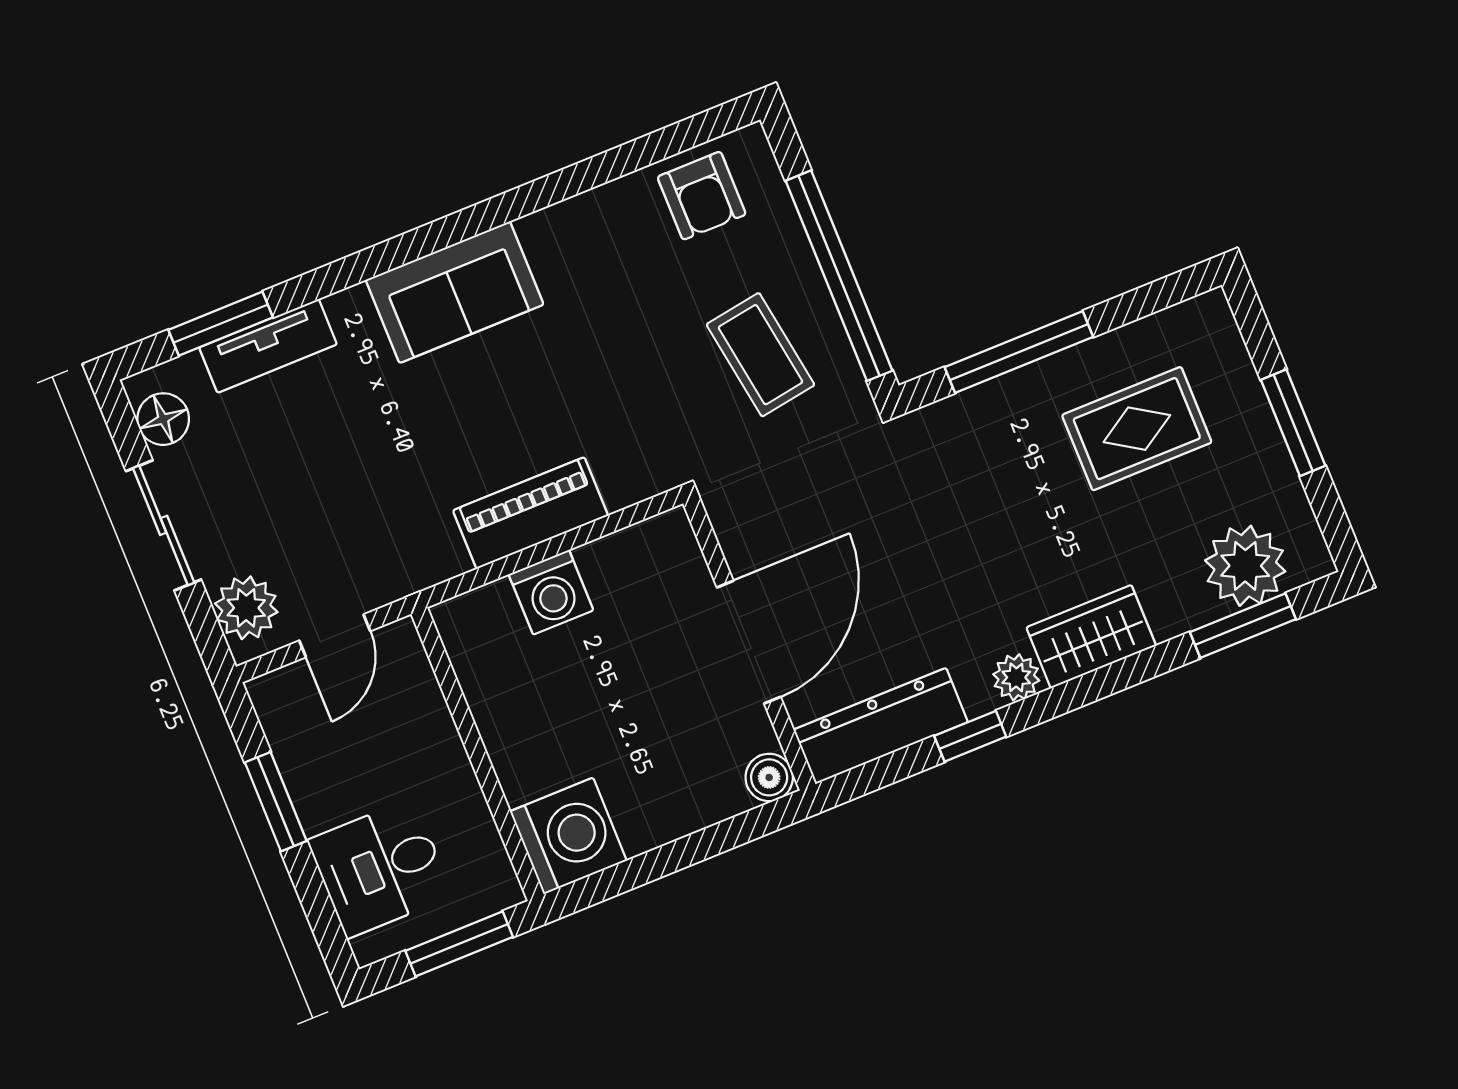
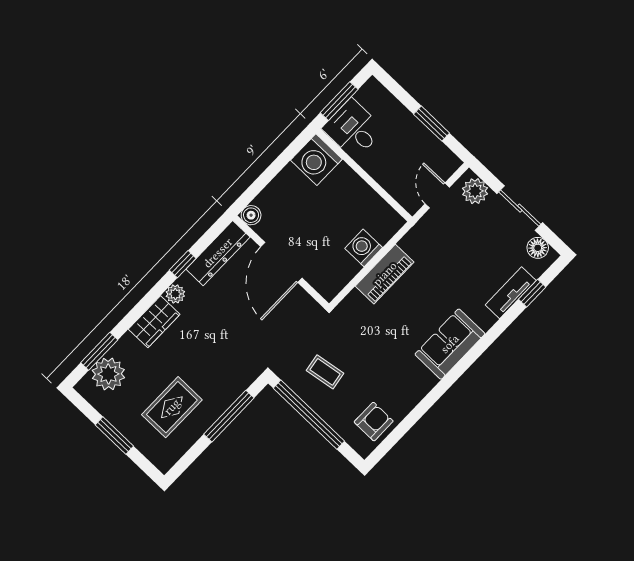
armchair: (702, 196) -> (374, 422), turned 90
window: (221, 324) -> (532, 293), width x0.67
coffee table: (760, 355) -> (325, 372), width x0.73, depth x0.77
desk: (380, 868) -> (353, 129), moved, turned -90

